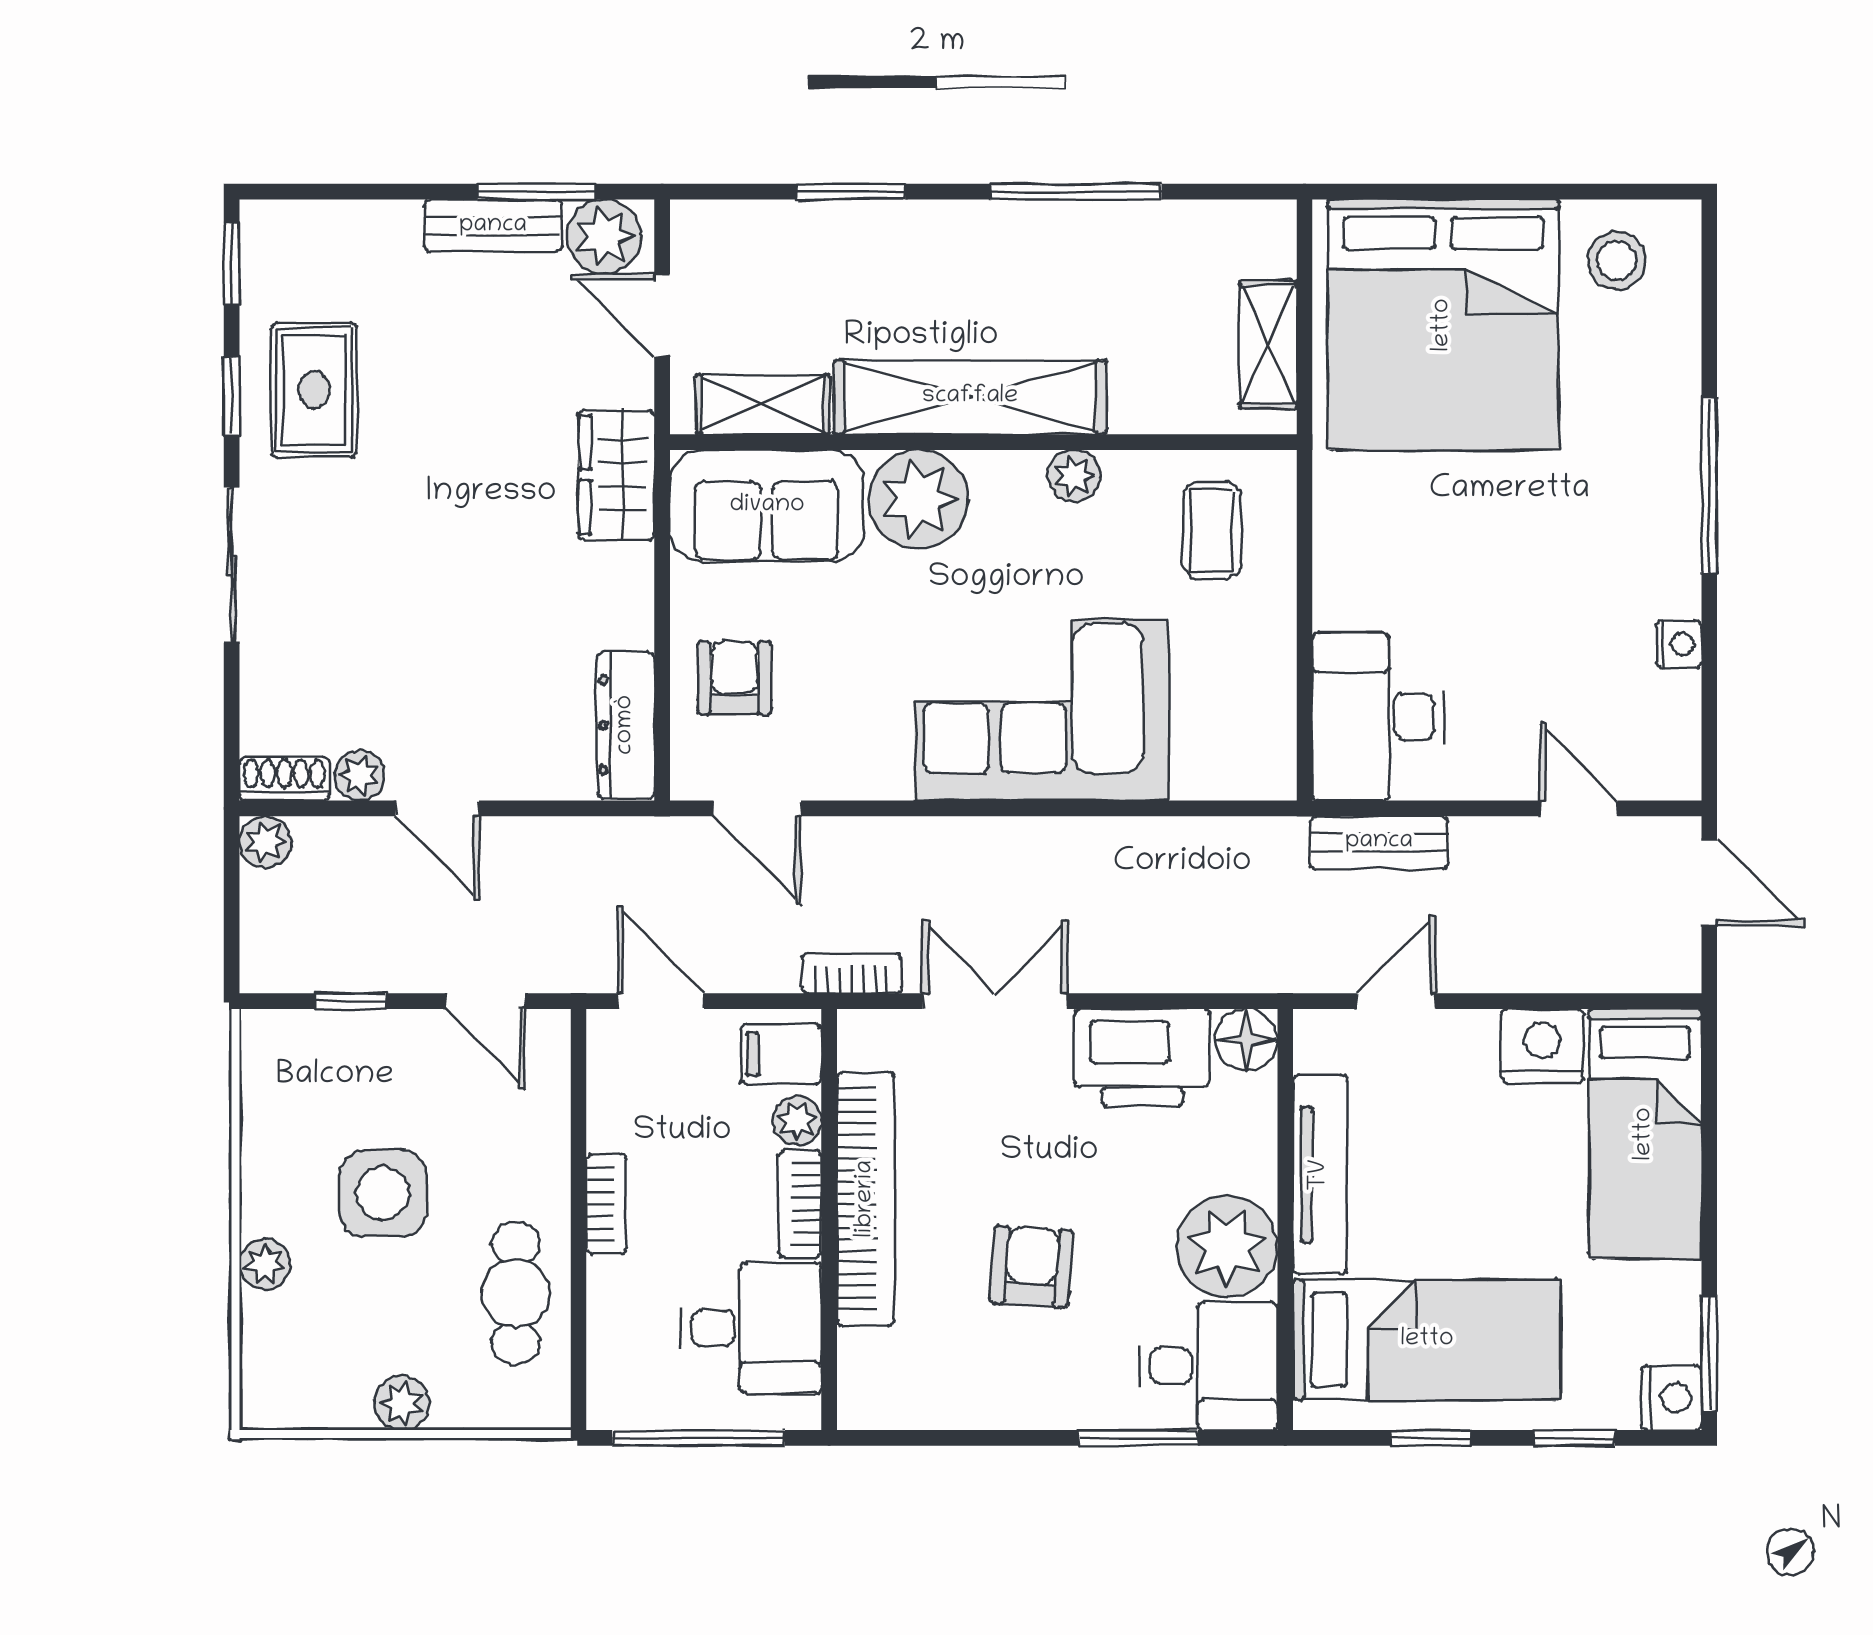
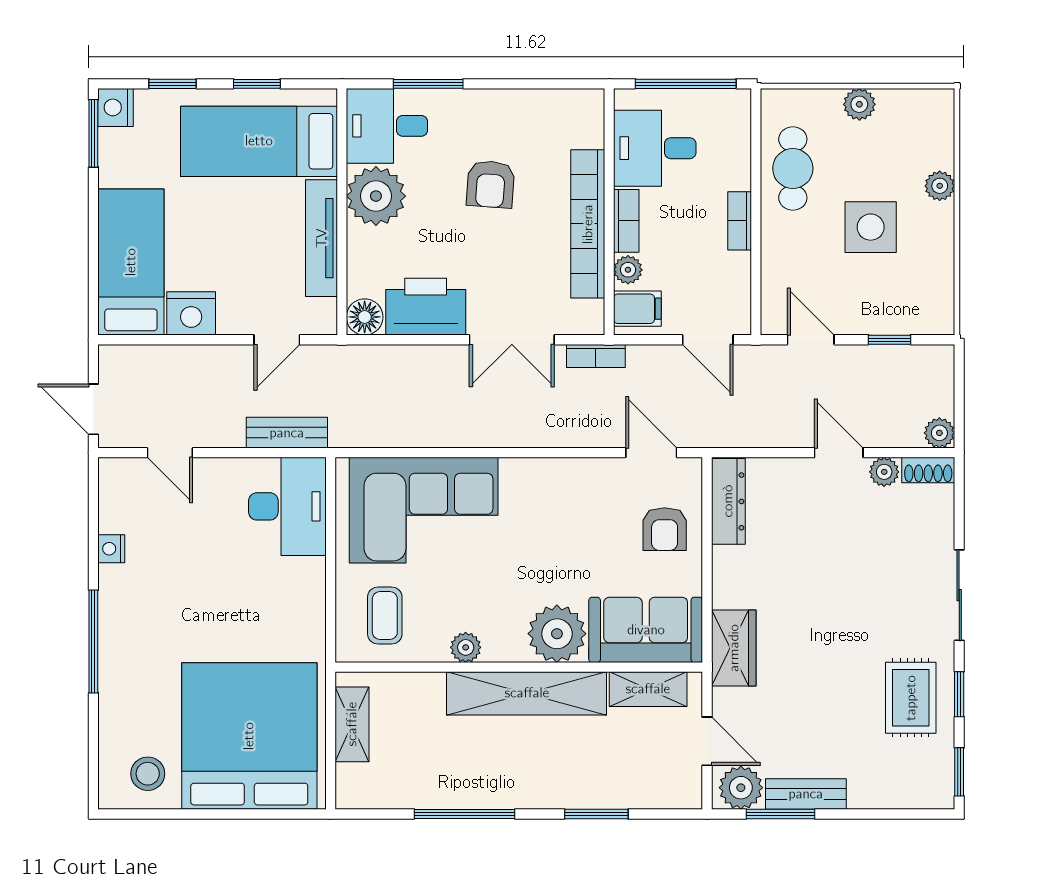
corner sofa: (1042, 710) -> (424, 510), moved

